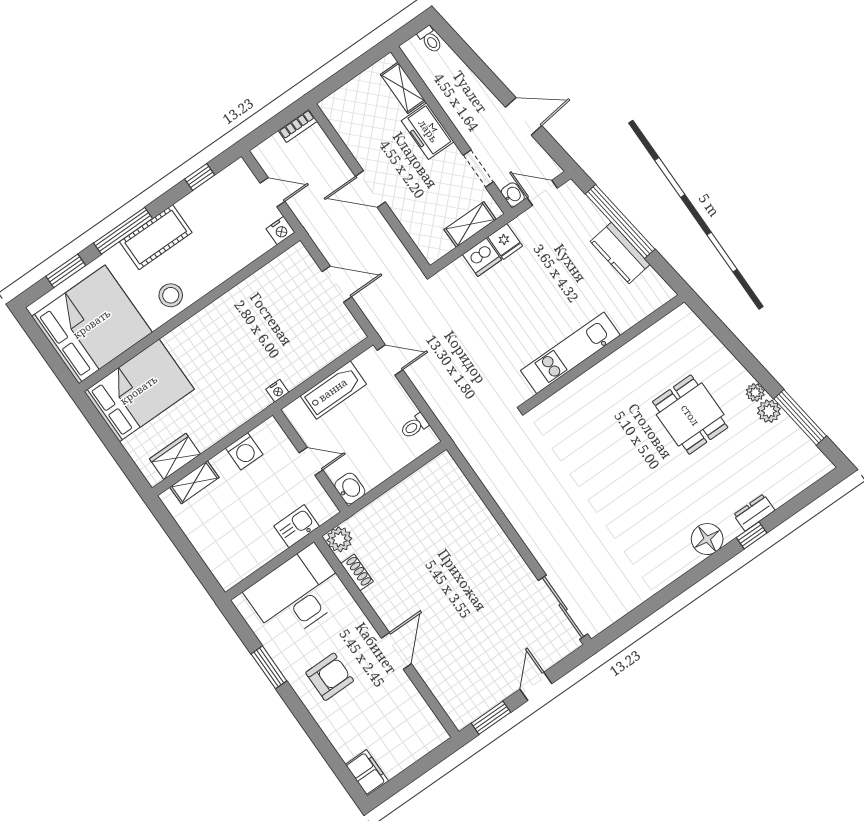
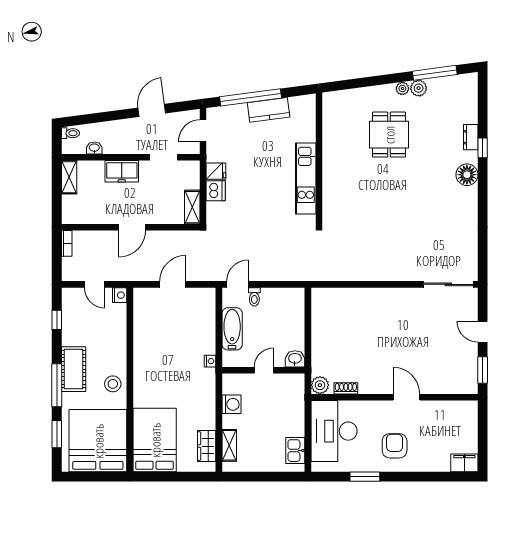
shelving: (403, 88) -> (69, 177), moved, turned 90
door: (272, 192) -> (95, 284), swing flipped
washbasin: (513, 195) -> (94, 148), moved
shelving: (470, 224) -> (192, 207), moved
dining table: (690, 415) -> (389, 135), turned 90
toilet: (414, 426) -> (254, 297), moved
kitchen sink: (297, 526) -> (295, 451), moved

